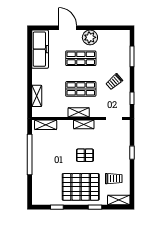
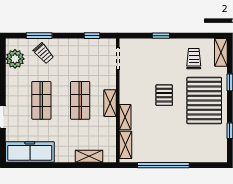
plant: (90, 37) -> (15, 59), moved
trolley: (114, 82) -> (43, 53), moved
shelving: (84, 124) -> (125, 117), moved

